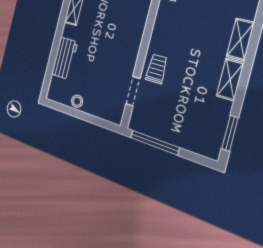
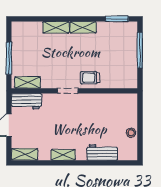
doorway: (133, 91) -> (68, 91), moved
window: (155, 142) -> (140, 50), moved

